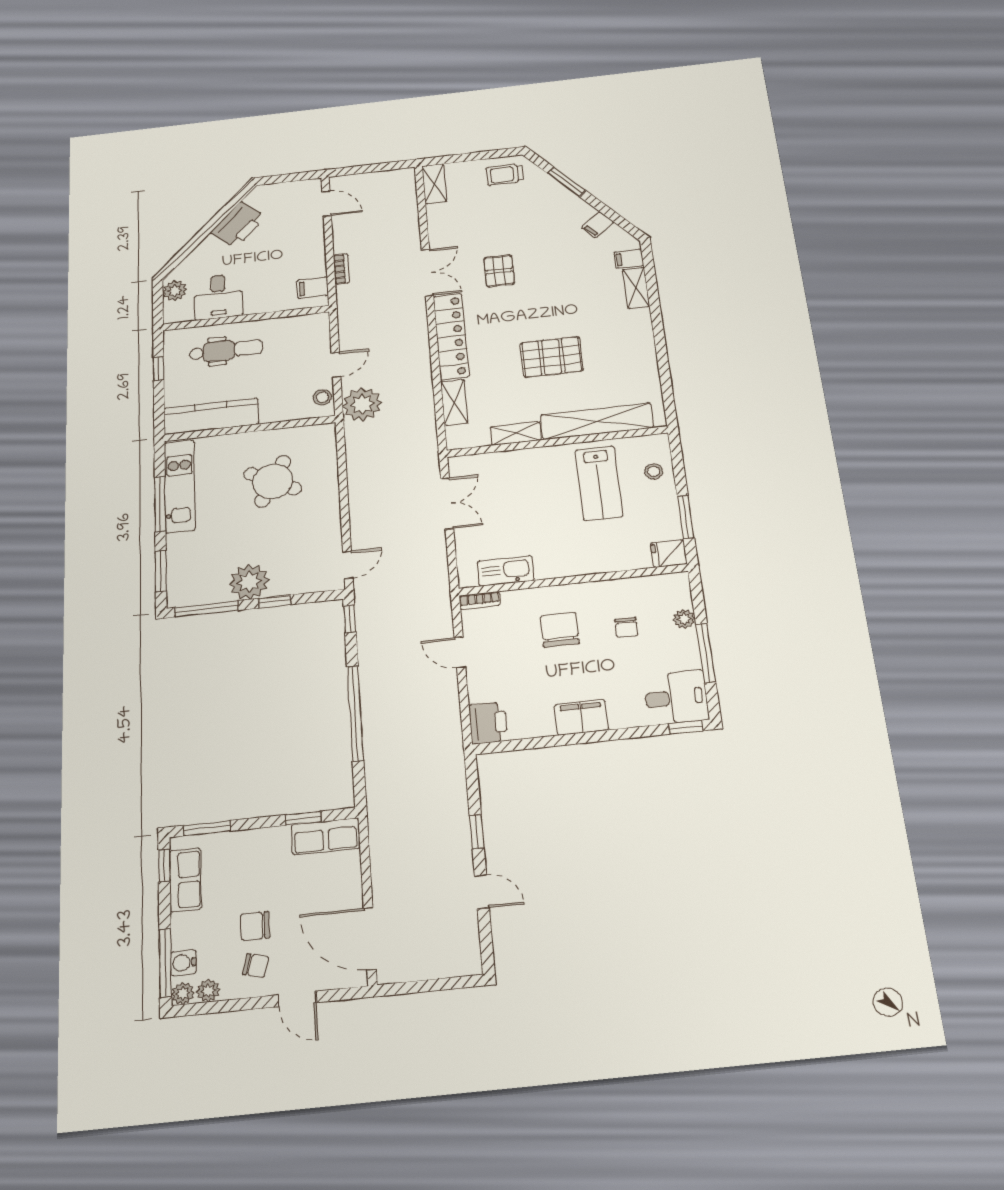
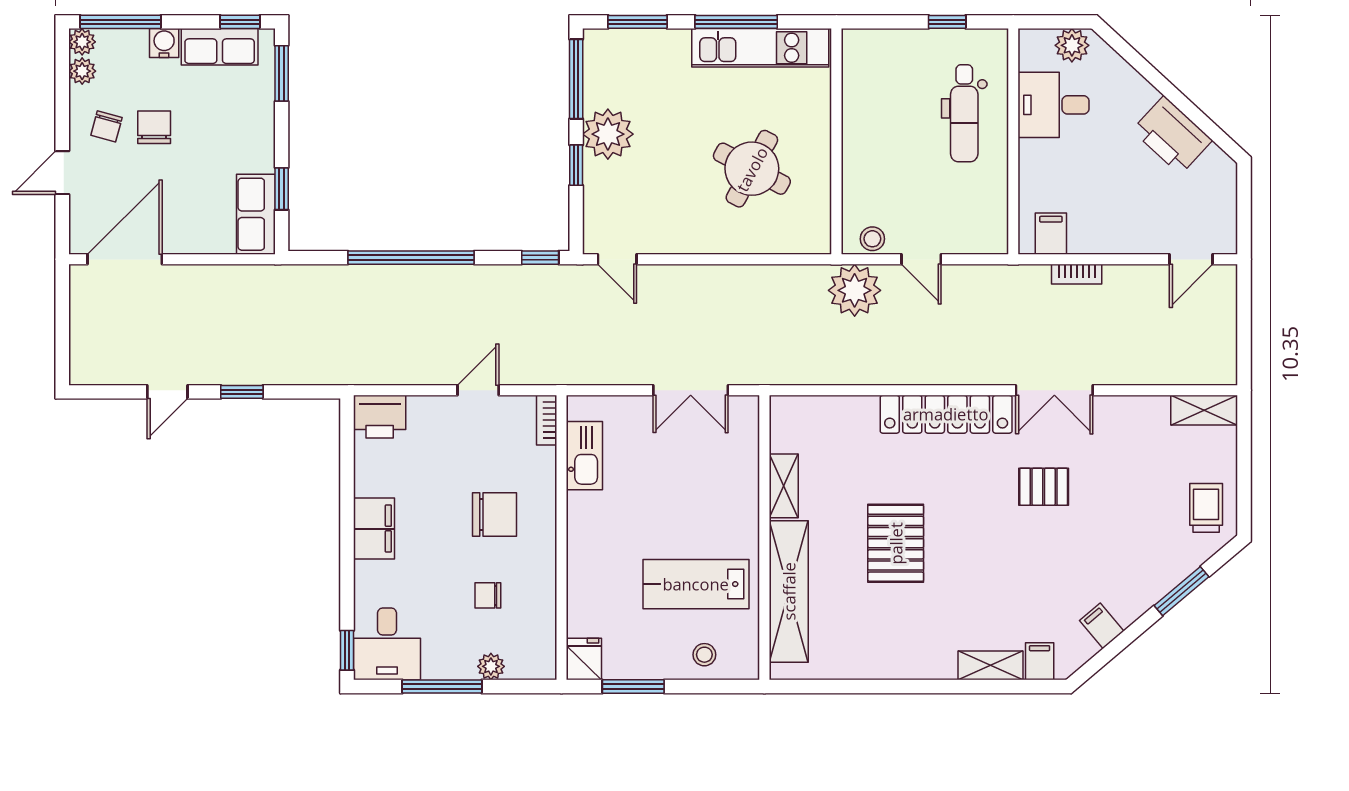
shelving: (454, 402) -> (842, 411), removed
kitchen counter: (211, 416) -> (862, 91), removed
water cooler: (183, 963) -> (164, 43), moved

